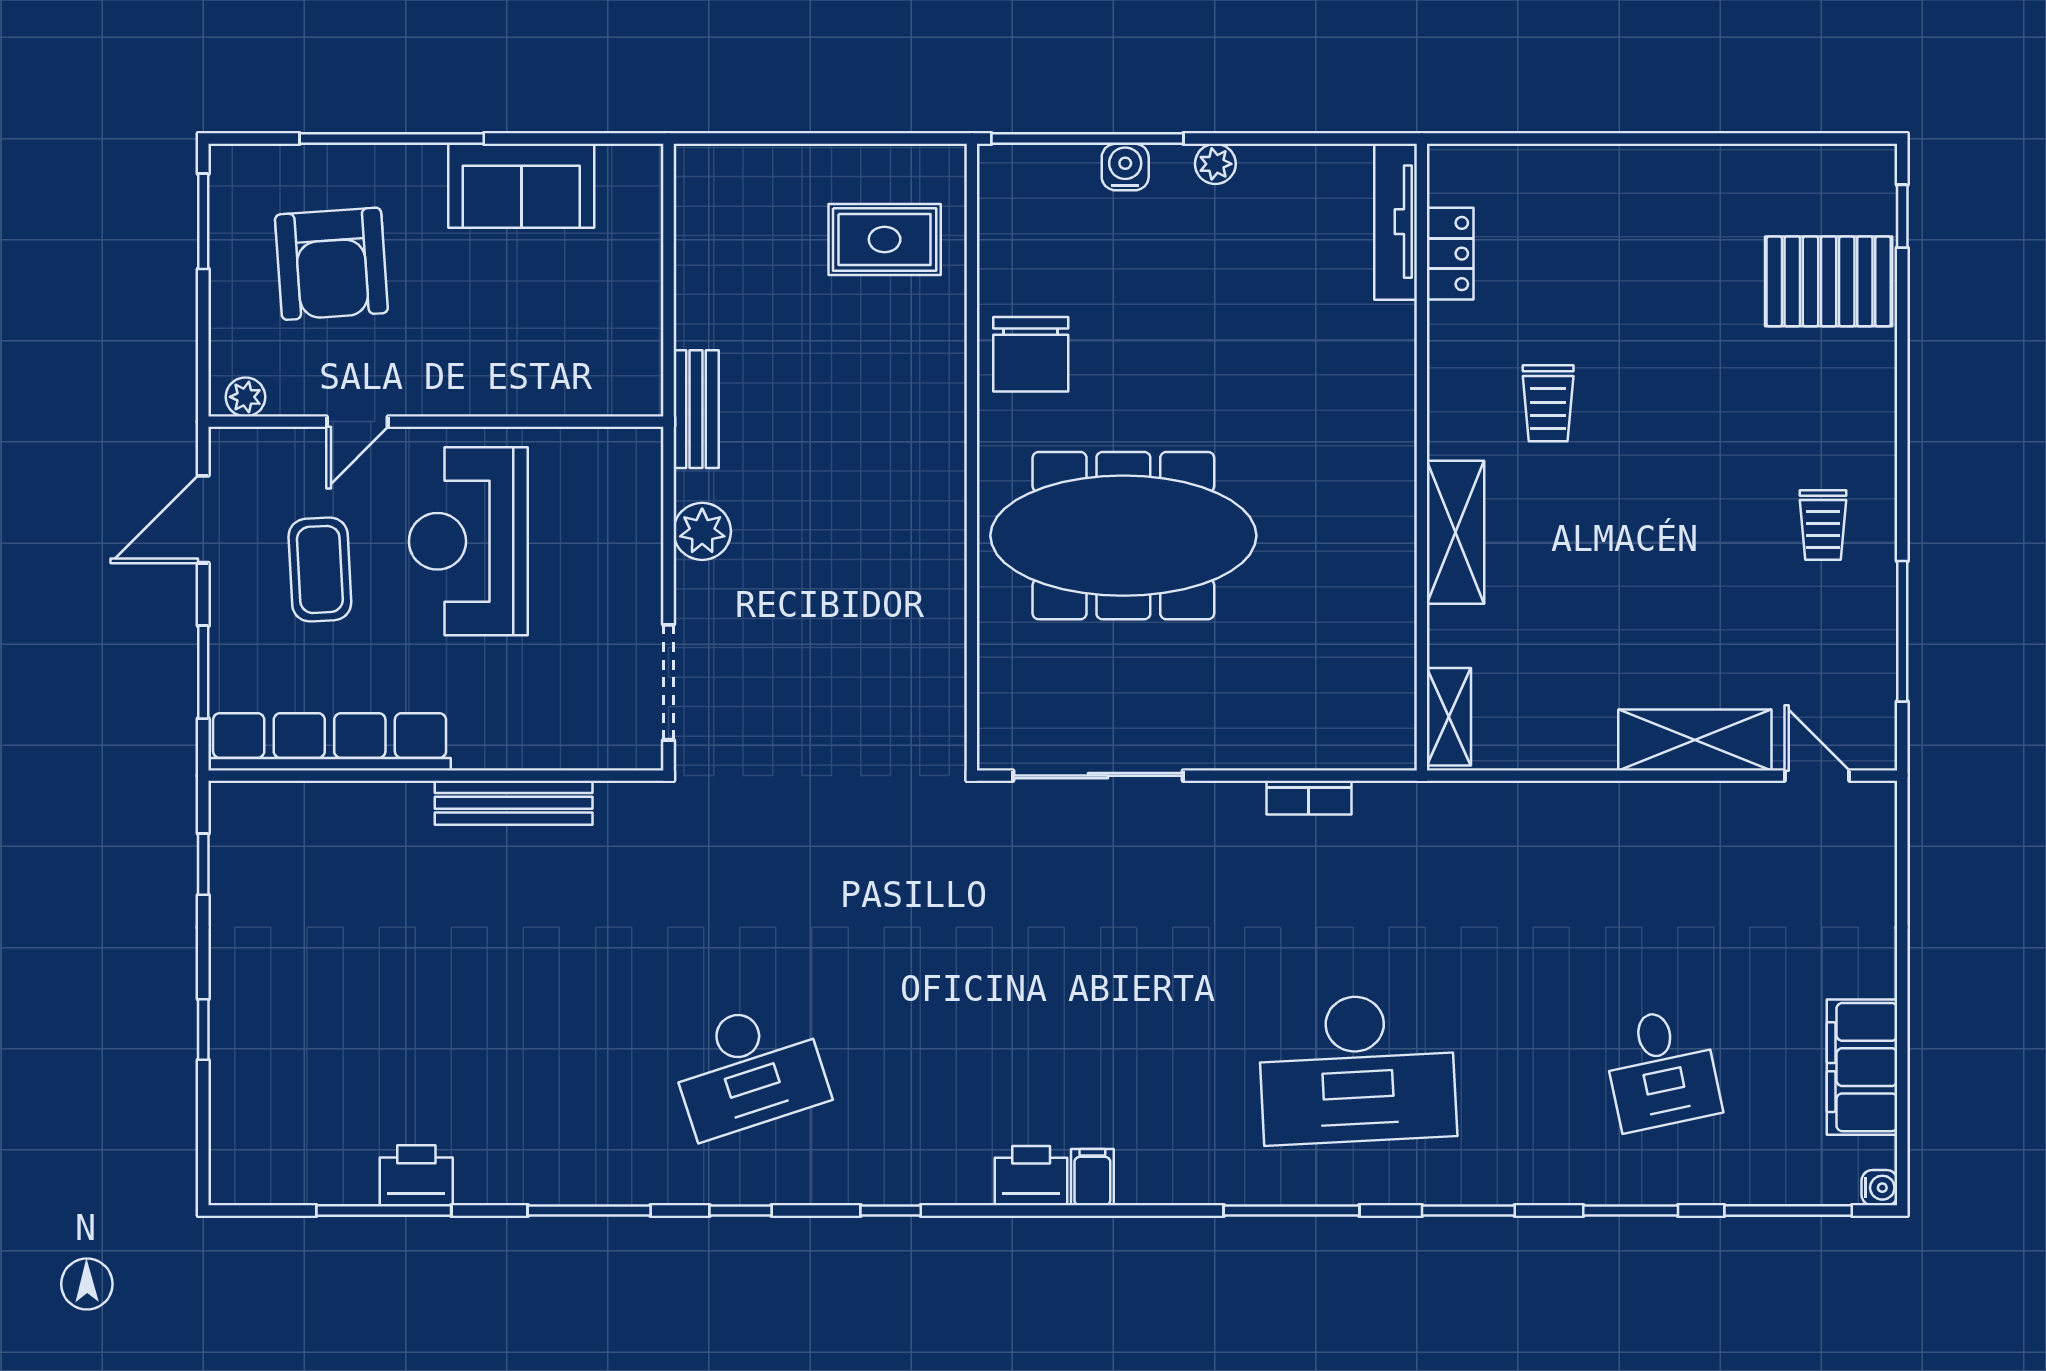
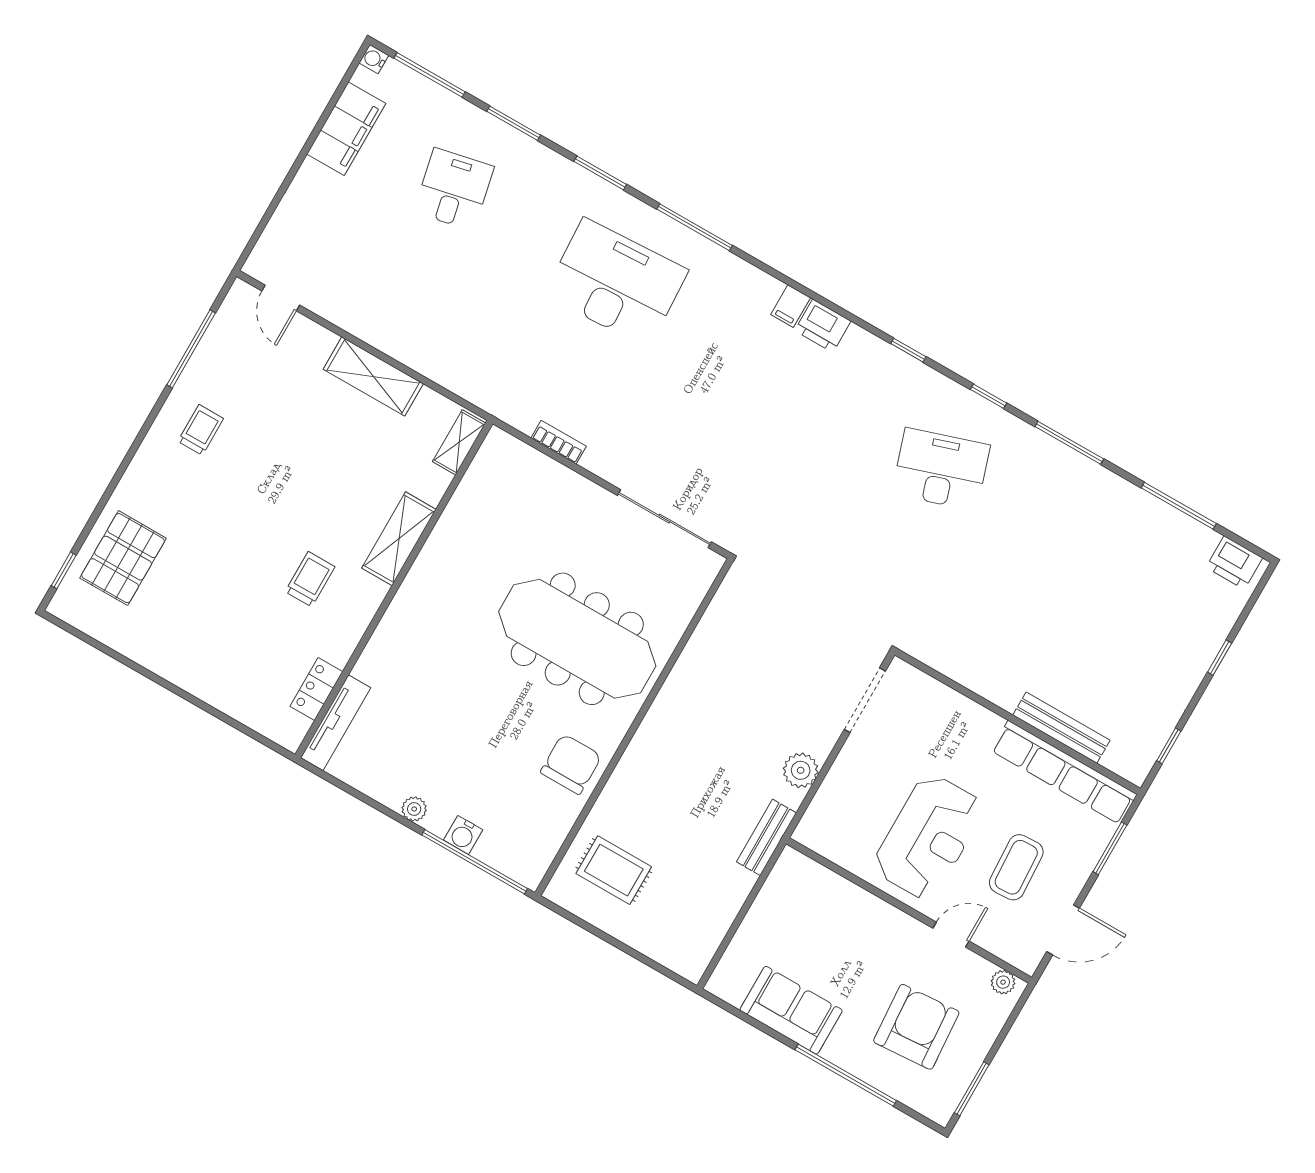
pallet: (1829, 281) -> (123, 558), turned 90
shelving: (1695, 740) -> (373, 376), moved
bench: (514, 803) -> (1061, 728), moved
printer: (416, 1175) -> (1234, 563), moved

